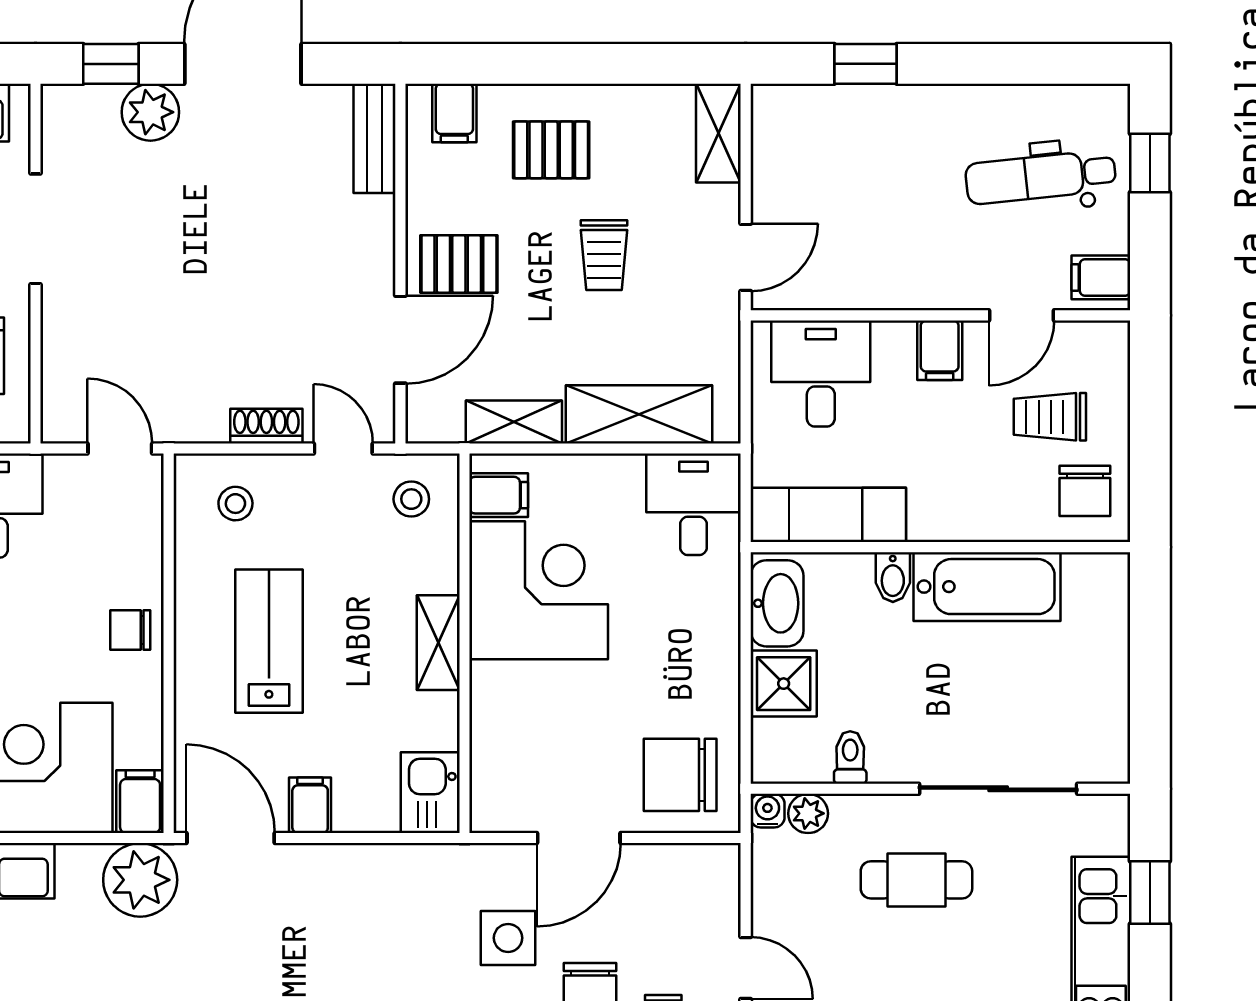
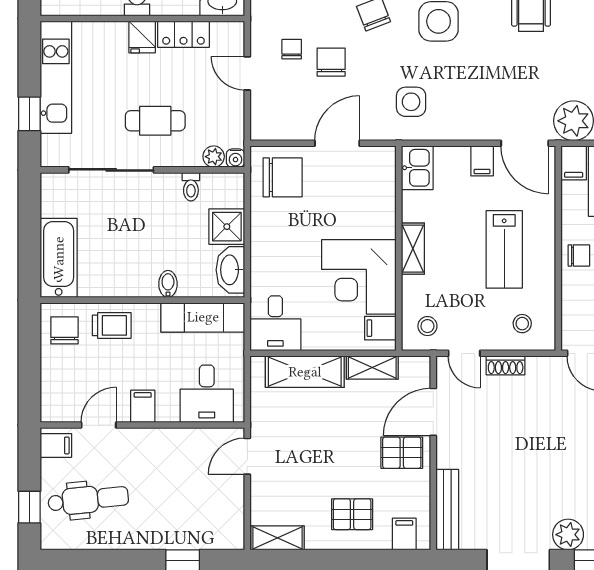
shelving: (718, 133) -> (277, 538), moved, turned 90
bench: (375, 138) -> (447, 510), width x1.36
trolley: (604, 255) -> (324, 457), removed
trolley: (1050, 417) -> (112, 325), moved
bathtub: (987, 587) -> (59, 258), moved, turned 90
side table: (508, 938) -> (411, 102), moved

